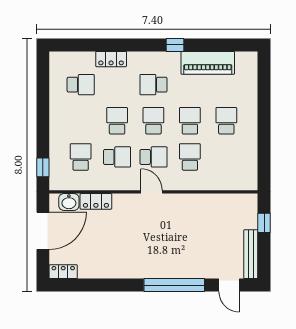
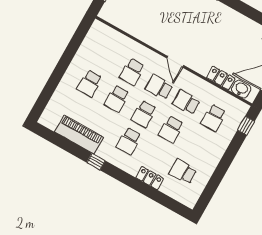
school desk: (153, 85) -> (129, 141), turned 90

